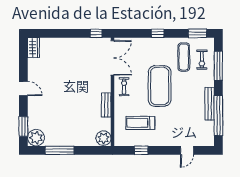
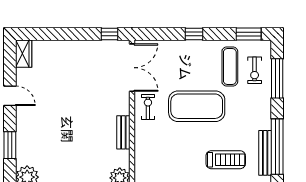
exercise mat: (160, 86) -> (197, 106), turned 90
door: (23, 88) -> (10, 96), moved
bench: (210, 104) -> (265, 153), moved
treadmill: (140, 123) -> (226, 160), moved, turned 180
window: (23, 127) -> (10, 145), moved

